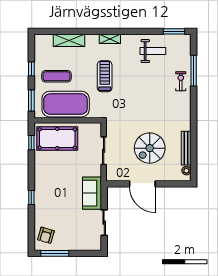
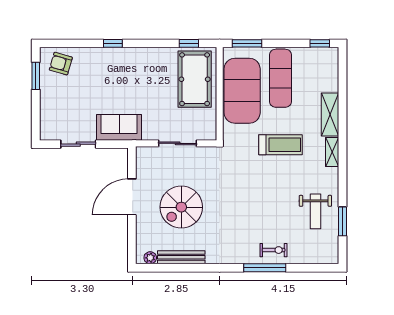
window: (174, 31) -> (342, 221), moved
shelving: (69, 40) -> (330, 115), moved
window: (31, 69) -> (320, 43), moved
window: (194, 71) -> (265, 268), moved
exercise mat: (56, 76) -> (281, 78), width x1.36, depth x1.45
spiral stairs: (150, 148) -> (181, 207), turned -90
window: (55, 253) -> (36, 76), width x0.69

